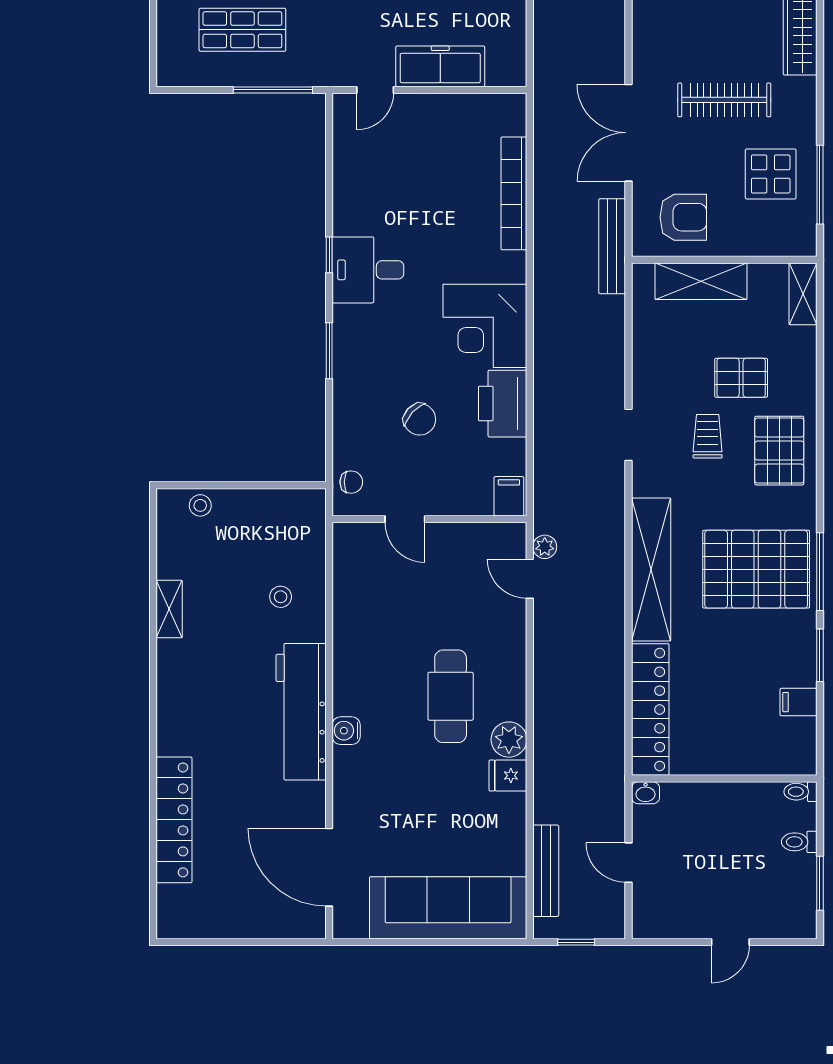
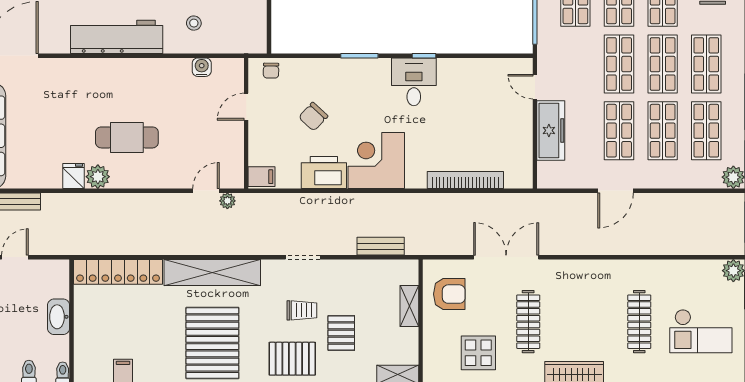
armchair: (683, 217) -> (449, 294), turned -90
bench: (612, 246) -> (381, 246), moved, width x0.73
shelving: (701, 281) -> (409, 306), width x0.67, depth x0.75
water cooler: (346, 731) -> (202, 67), moved
washbasin: (646, 793) -> (59, 317), moved, width x1.91, depth x1.45

